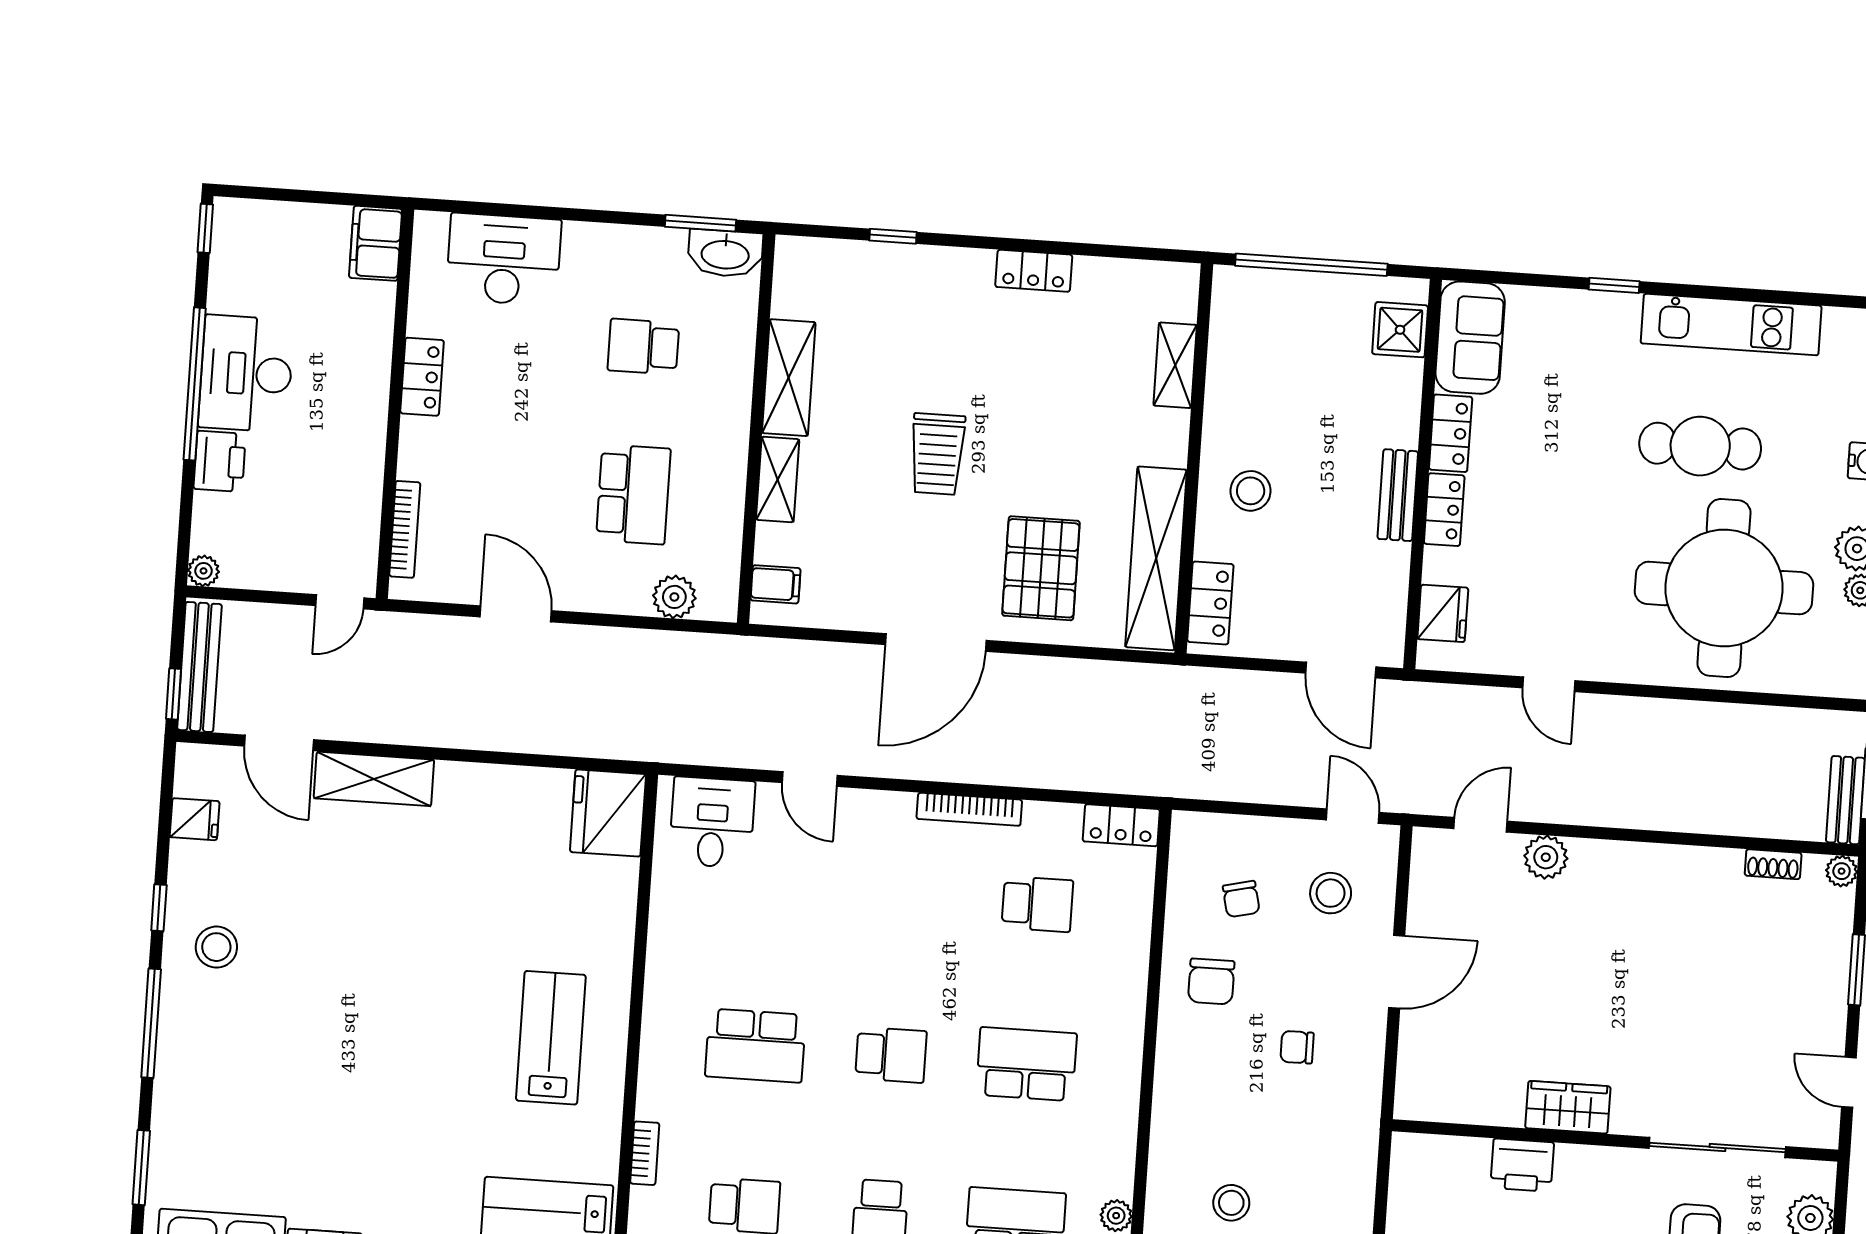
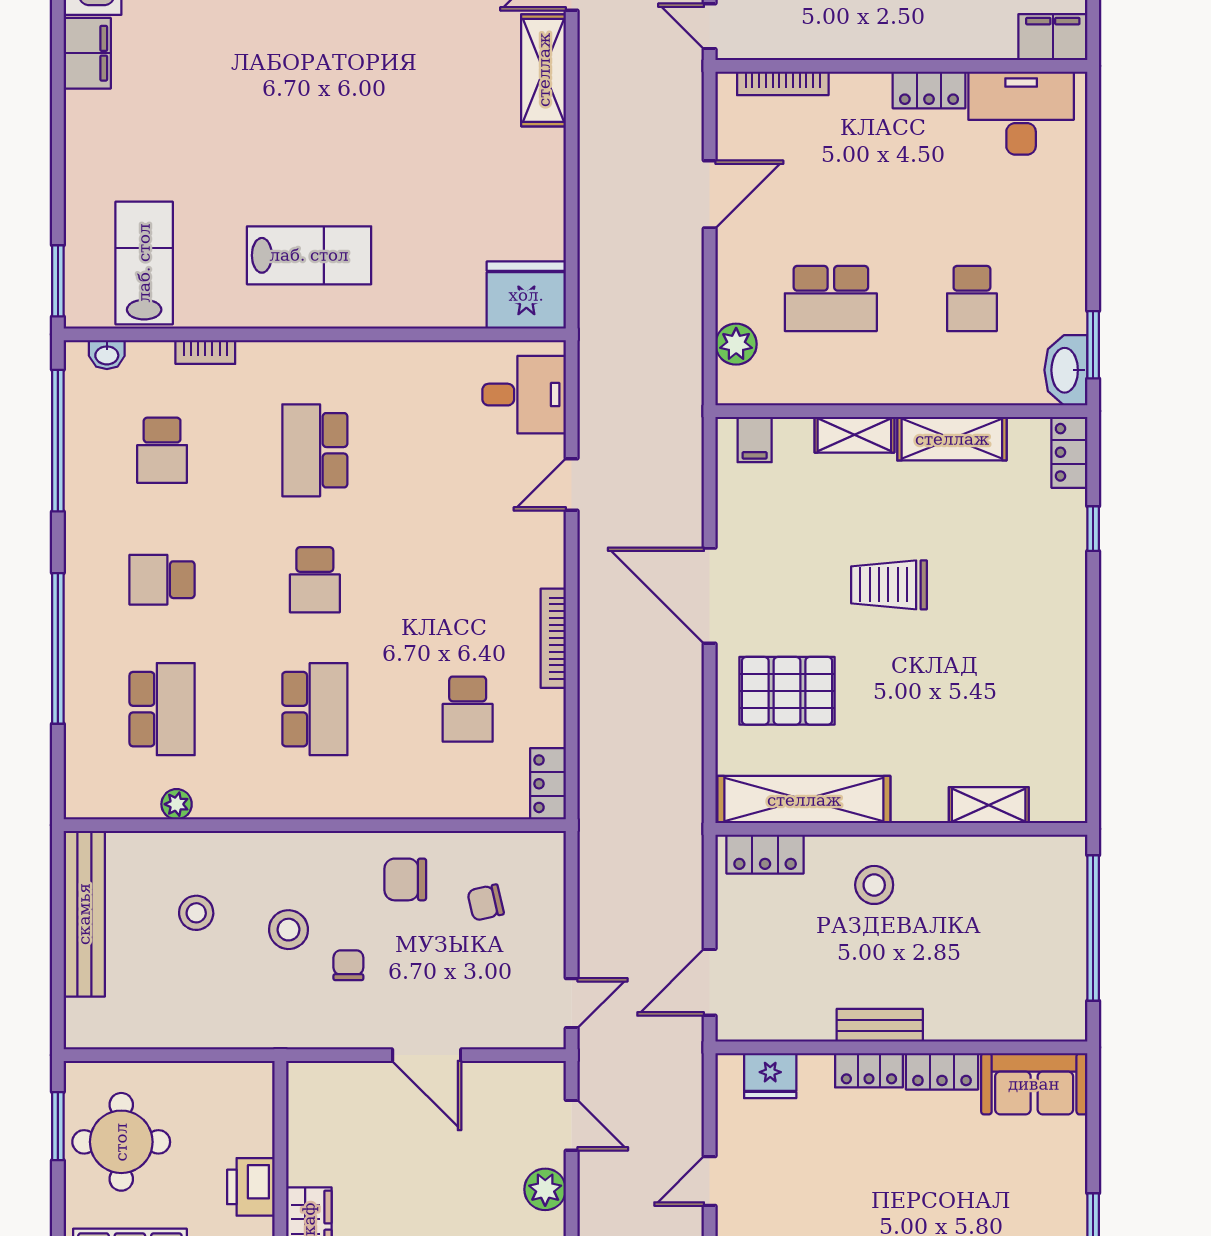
desk: (504, 259) -> (1021, 113), moved, turned -90
locker: (1034, 271) -> (1069, 452), moved
shower: (1400, 330) -> (1037, 1017), removed
school desk: (643, 347) -> (972, 298), turned 180
stool: (1331, 893) -> (288, 930), moved

